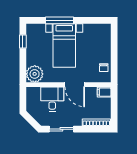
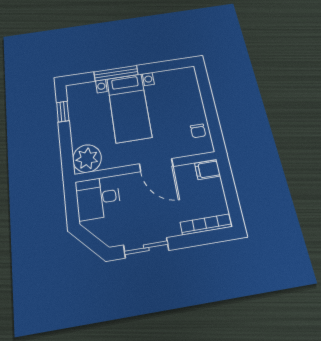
desk: (52, 99) -> (98, 198), moved, turned -90

